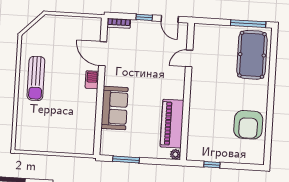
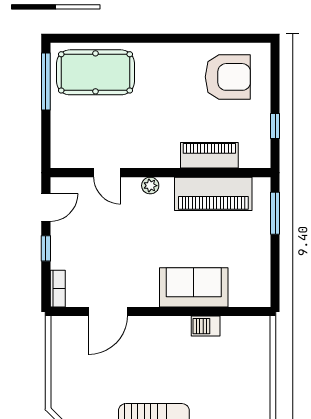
barbecue: (92, 80) -> (206, 326), moved
piano: (196, 123) -> (209, 155), added
armchair: (248, 125) -> (228, 77), moved
plant: (175, 154) -> (150, 186), moved
window: (126, 159) -> (275, 213), moved

